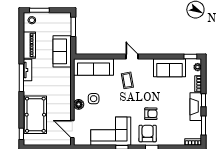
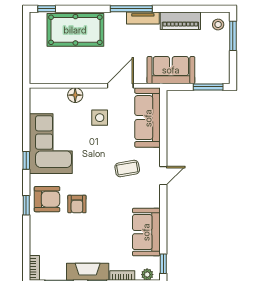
floor lamp: (79, 104) -> (75, 95), moved
door: (72, 129) -> (120, 86), moved

